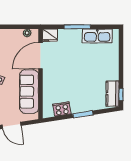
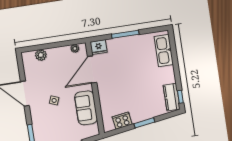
kitchen sink: (97, 36) -> (164, 50), moved, turned 90
sofa: (29, 91) -> (86, 108), width x0.73

